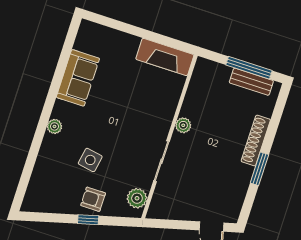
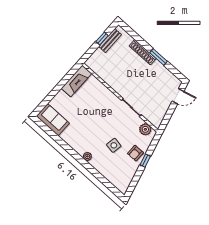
window: (249, 68) -> (102, 39), width x0.46
sofa: (78, 78) -> (53, 120), moved
plant: (183, 125) -> (117, 87), removed

